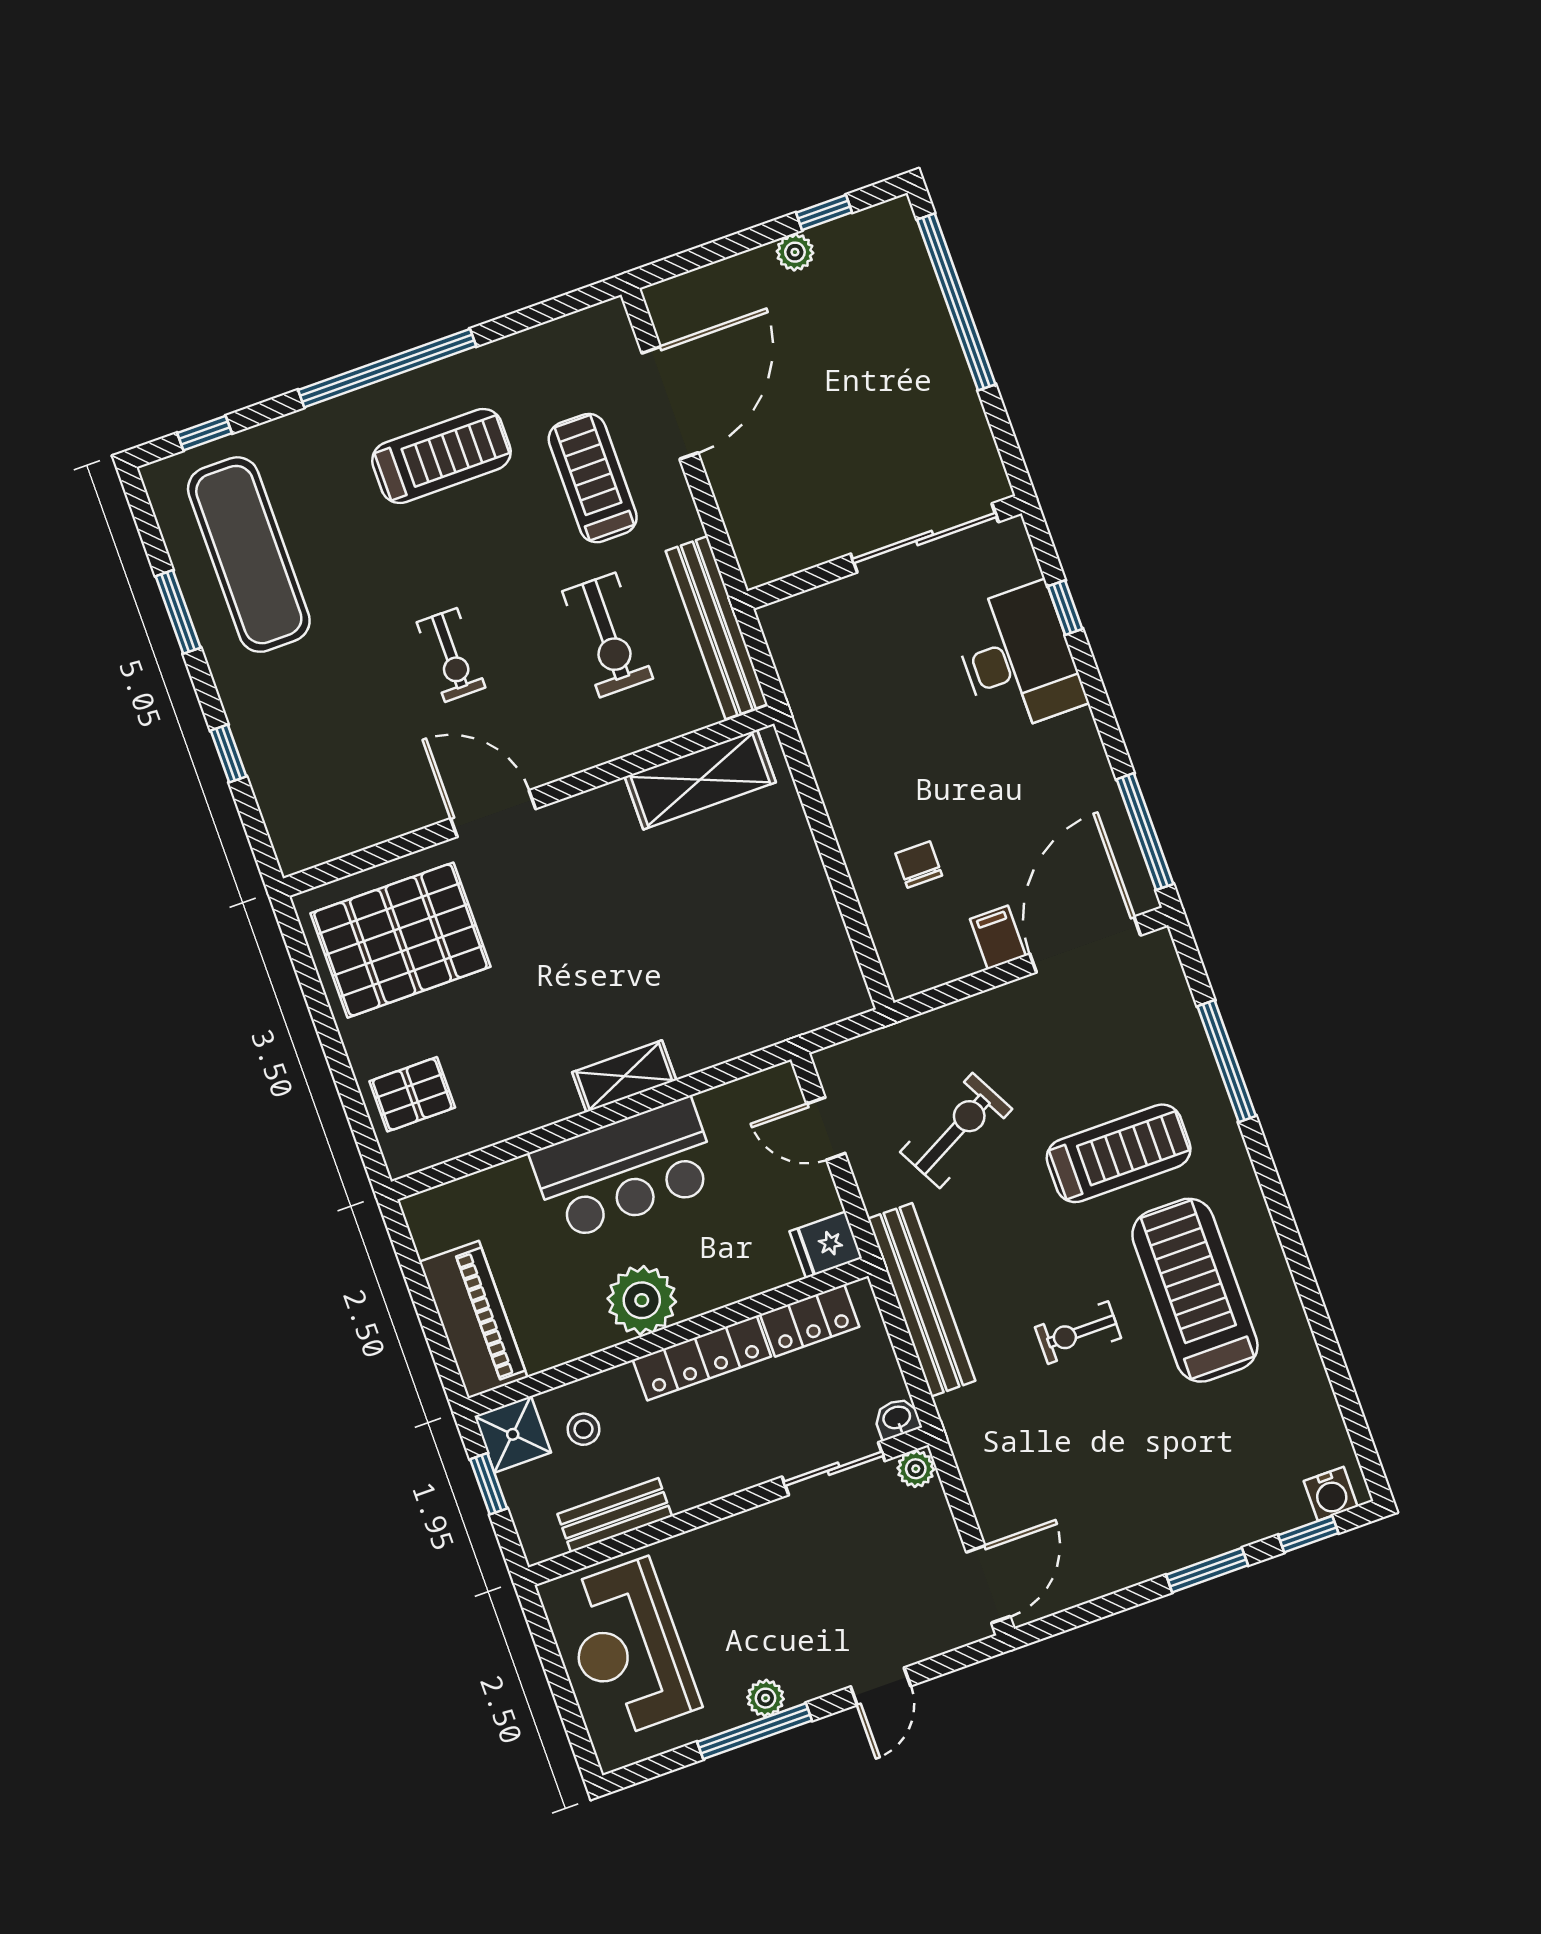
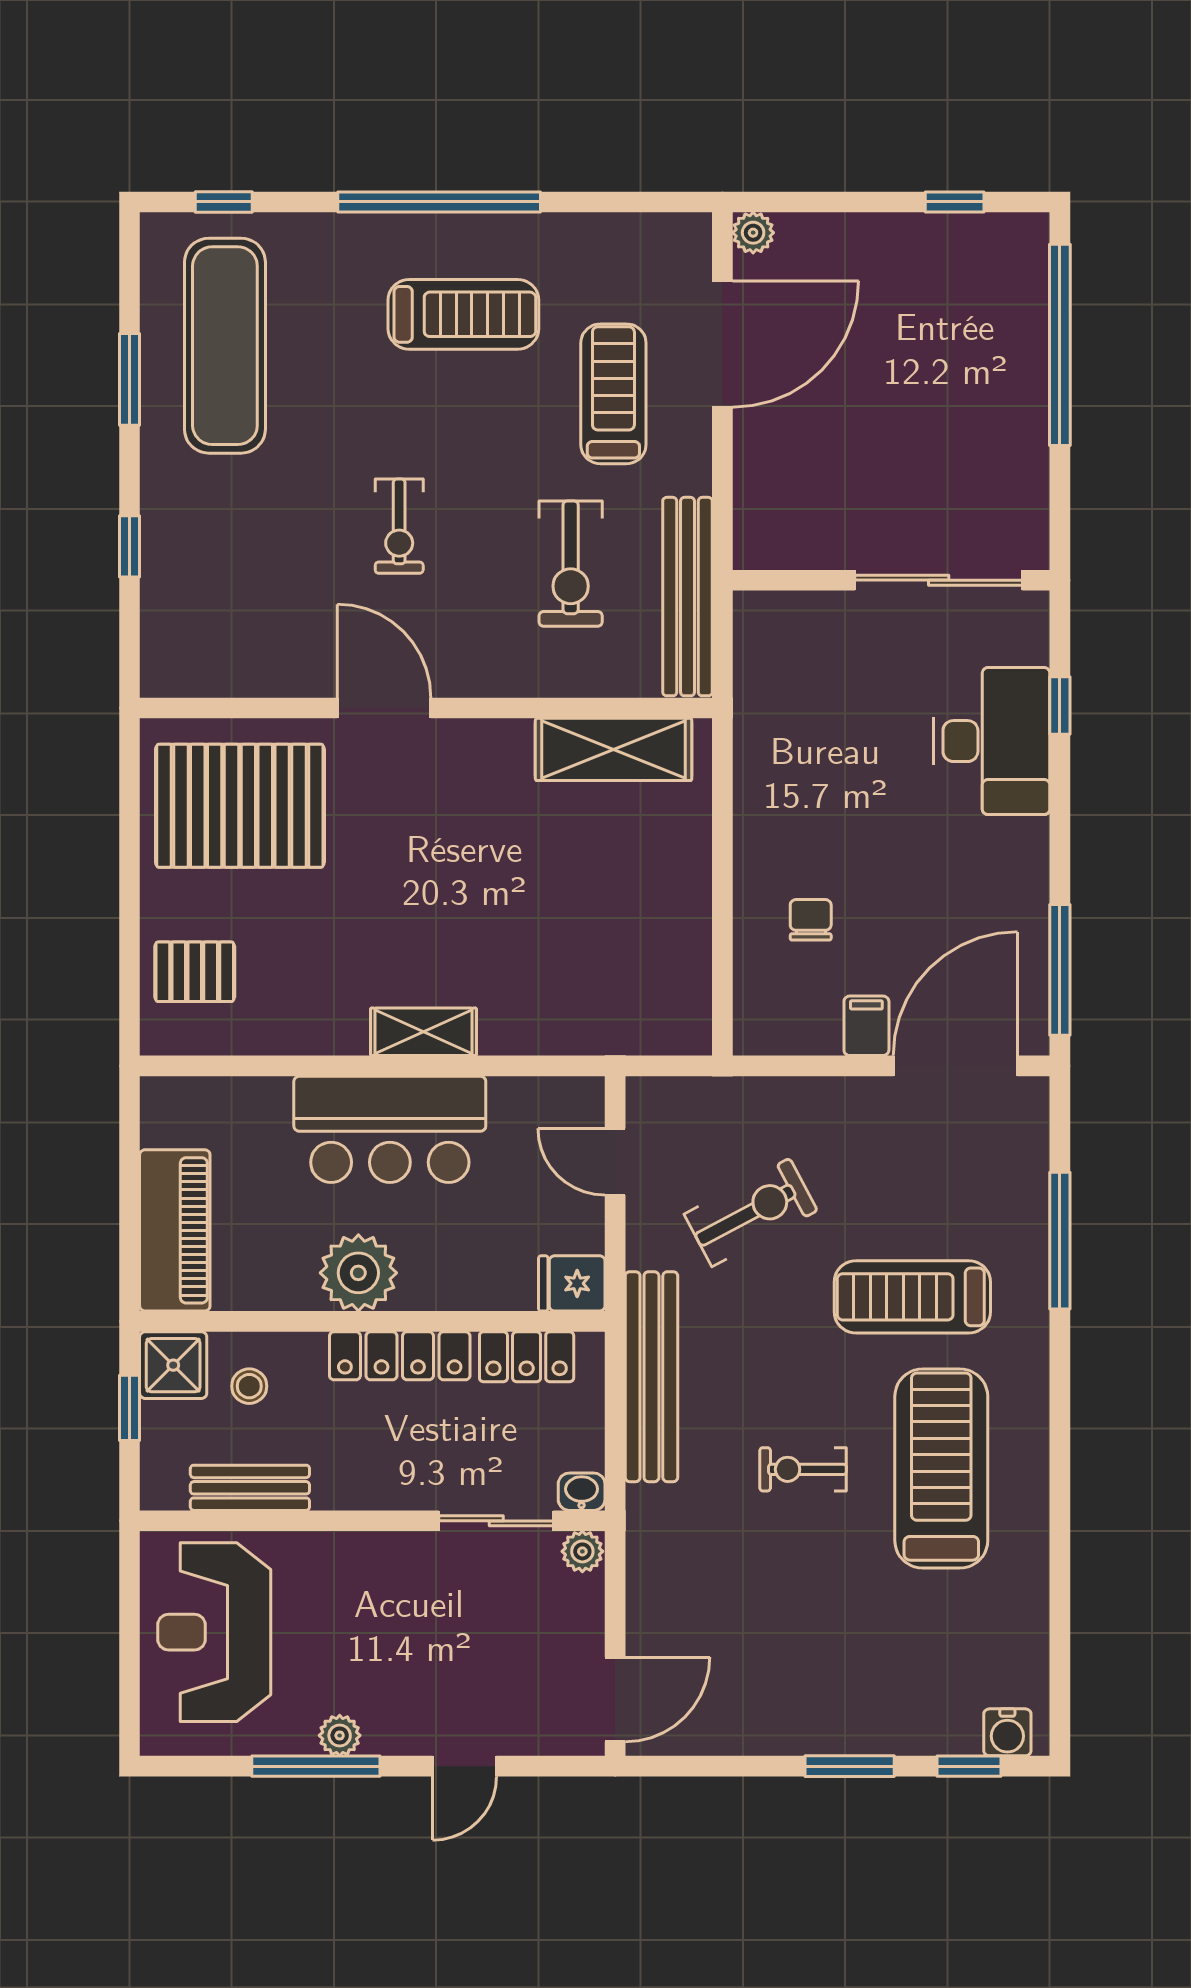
plant: (795, 252) -> (753, 233), moved
treadmill: (1119, 1153) -> (912, 1297), turned 180

